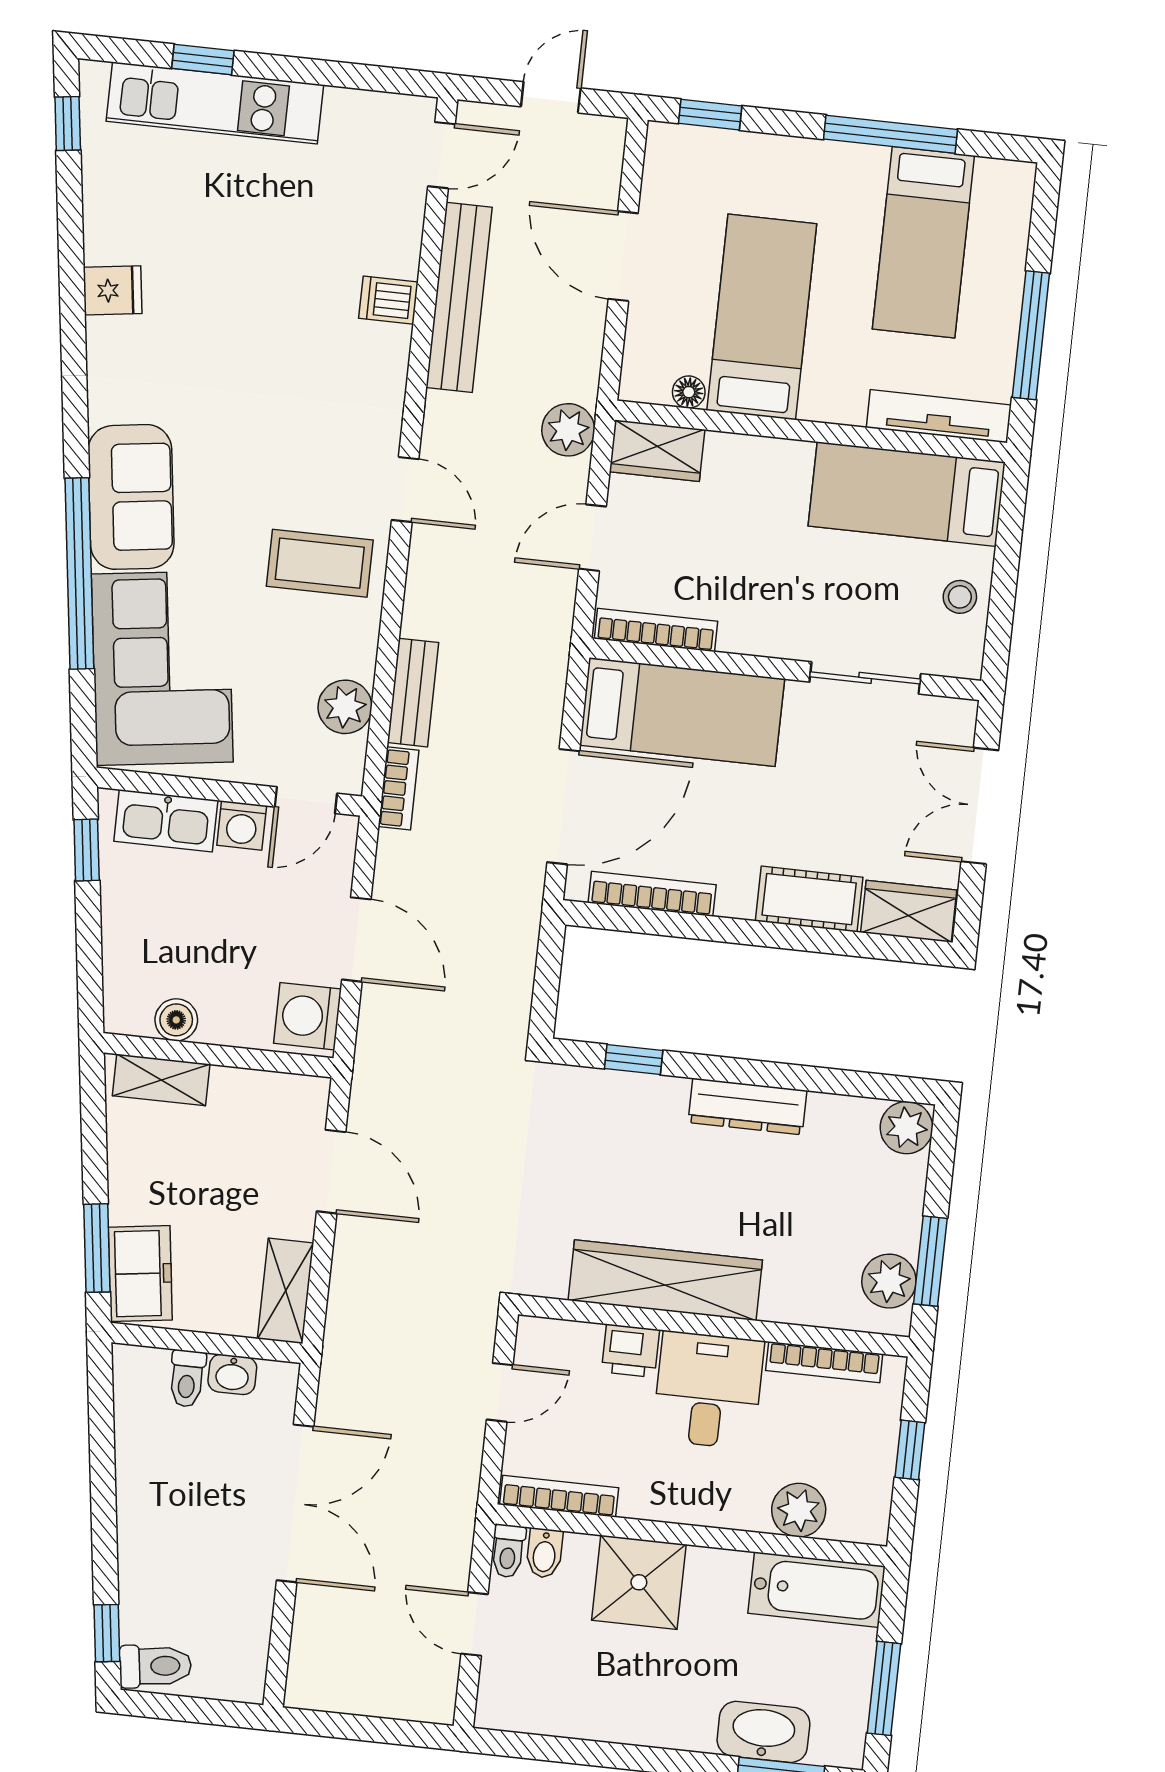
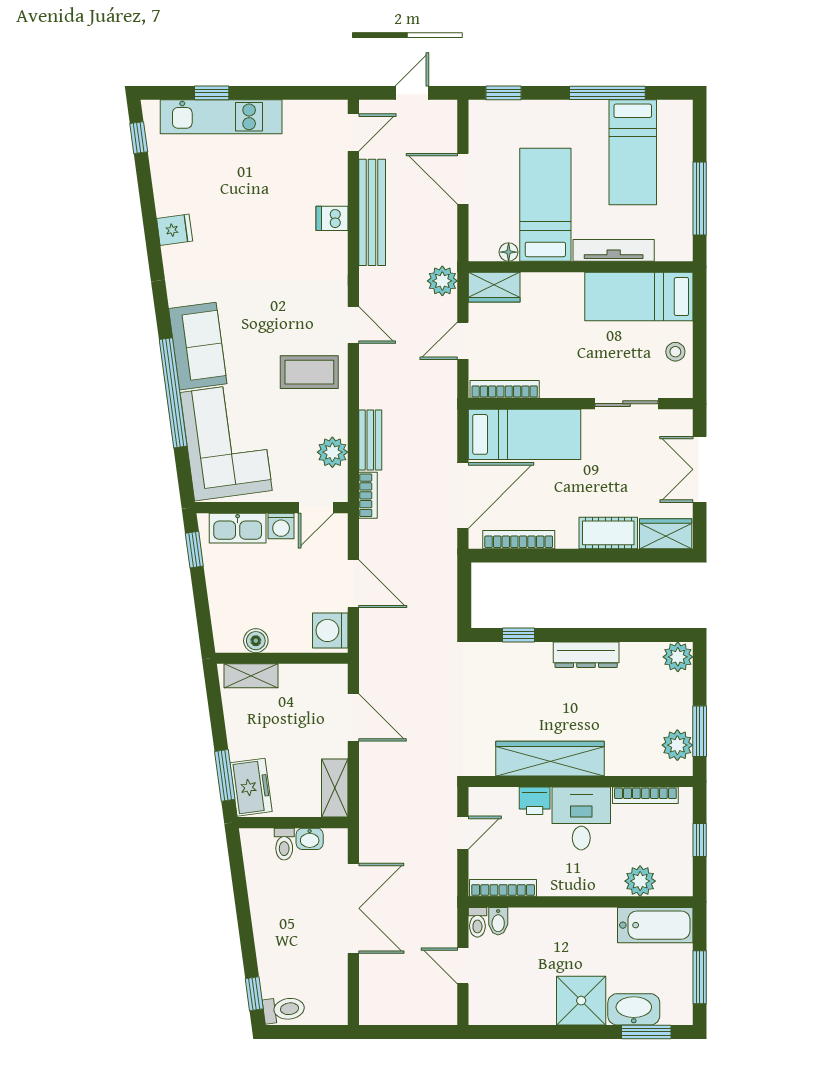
tv unit: (939, 416) -> (614, 250), moved
shower: (639, 1582) -> (581, 1001), moved

